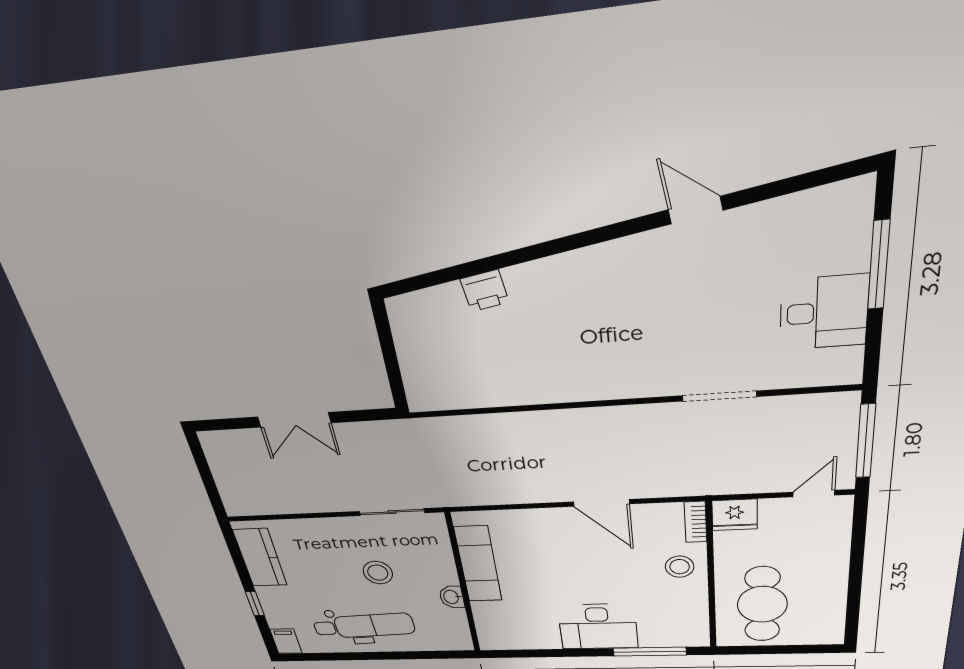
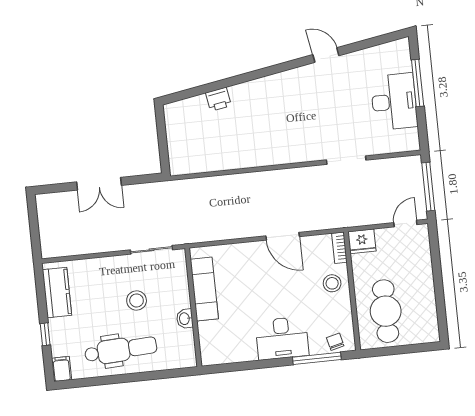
desk: (824, 312) -> (394, 102), width x1.37
chair: (679, 635) -> (335, 342), added

